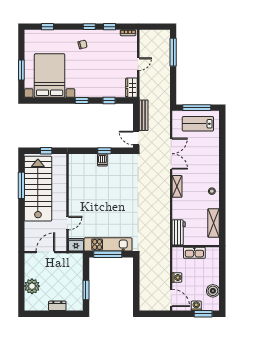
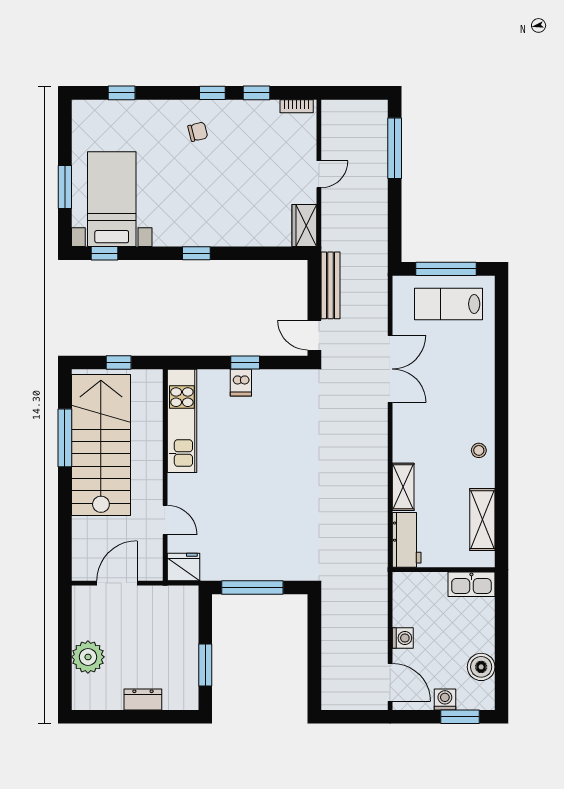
bed with nightstands: (50, 76) -> (112, 199), width x0.73
window: (109, 100) -> (105, 253), moved
shelving: (177, 186) -> (403, 487), moved
door: (67, 223) -> (165, 520), hinge flipped
kitchen unit: (108, 244) -> (182, 421), moved, turned 90
kitchen sink: (194, 253) -> (471, 584), moved

